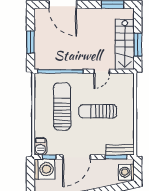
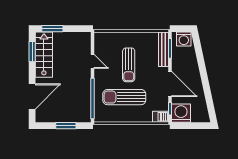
stairs: (125, 44) -> (44, 55), moved, turned -90
window: (138, 45) -> (52, 29), moved
bench: (120, 150) -> (164, 49), width x1.36

